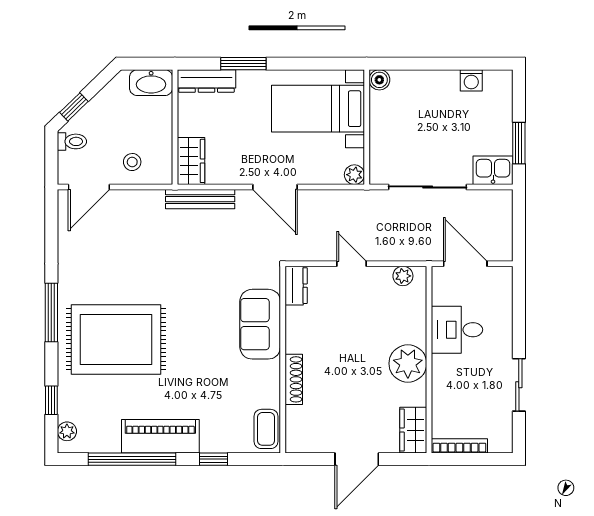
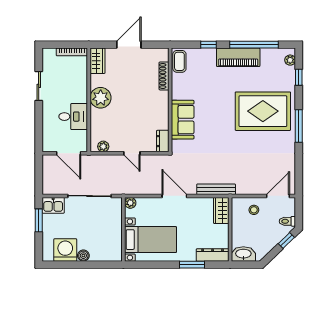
boiler: (379, 80) -> (83, 256), moved
washing machine: (471, 80) -> (65, 250), width x1.89, depth x1.89
shoe rack: (294, 379) -> (164, 76), moved

